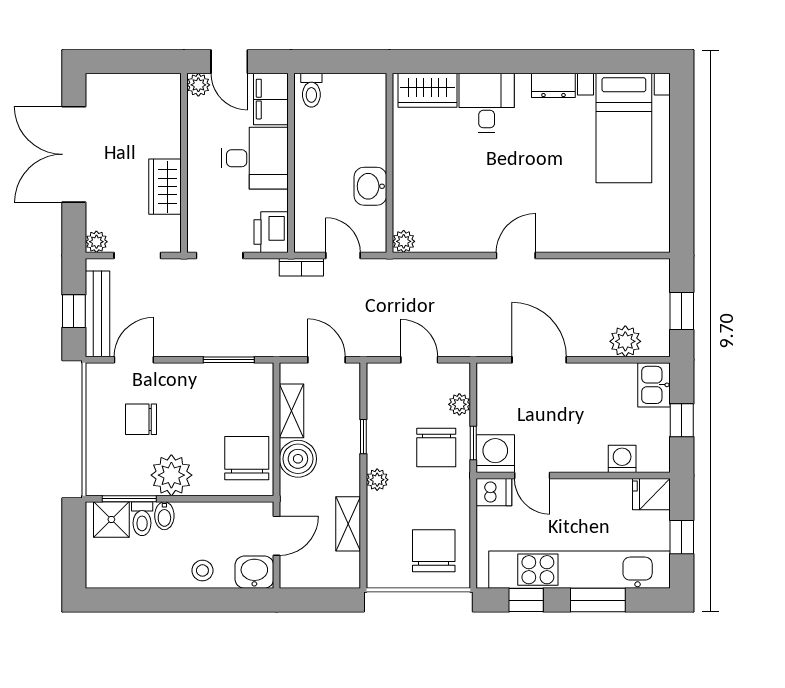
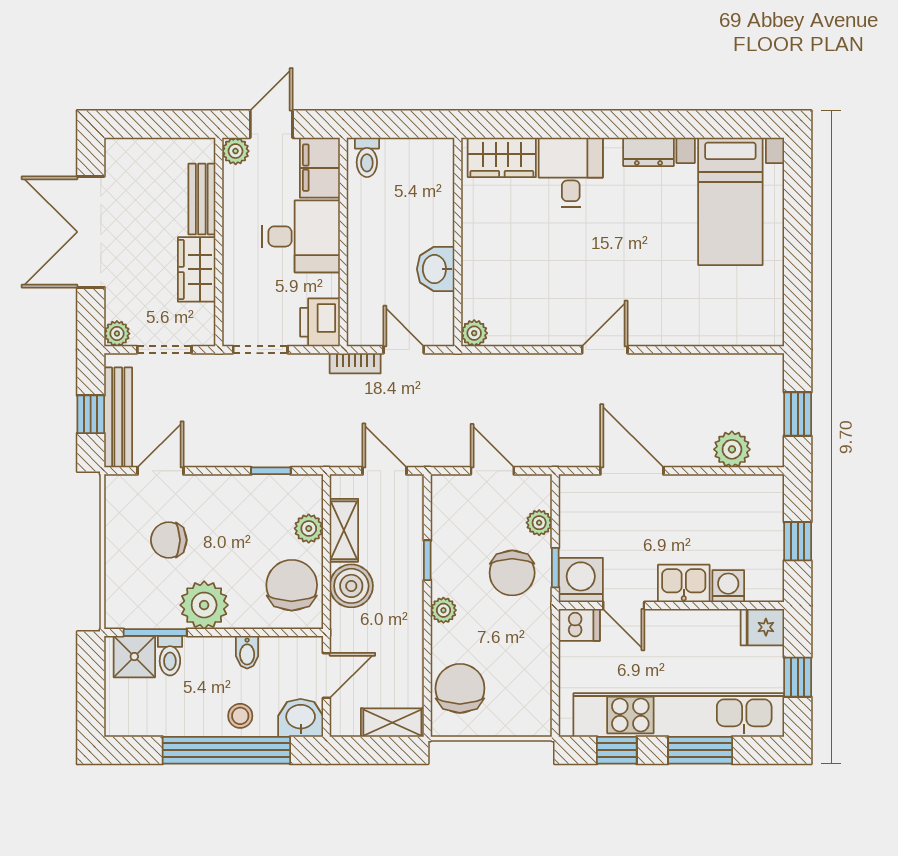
door: (229, 62) -> (271, 124), swing flipped
bench: (169, 126) -> (202, 199), added
window: (229, 360) -> (271, 471), width x0.67
kitchen sink: (654, 385) -> (684, 583), moved, turned 90
plant: (261, 409) -> (309, 528), added
bidet: (164, 516) -> (247, 652), moved
shelving: (348, 524) -> (392, 723), moved, turned 90
chair: (434, 551) -> (460, 688), moved
window: (191, 600) -> (226, 750), added

